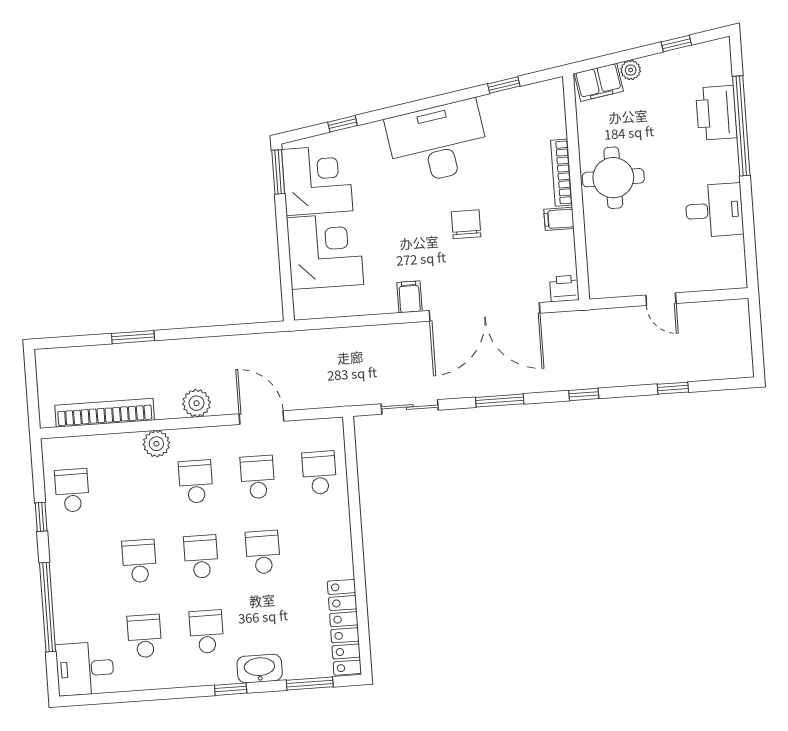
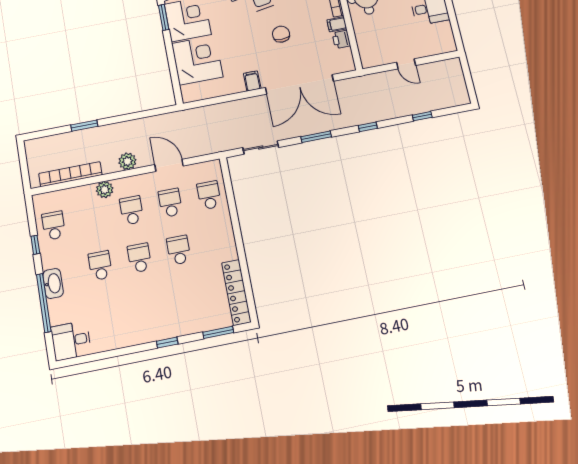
printer: (564, 288) -> (341, 39), moved, turned -90
school desk: (206, 632) -> (148, 306), removed
school desk: (145, 636) -> (108, 314), removed
washbasin: (260, 669) -> (53, 283), moved, turned 90

